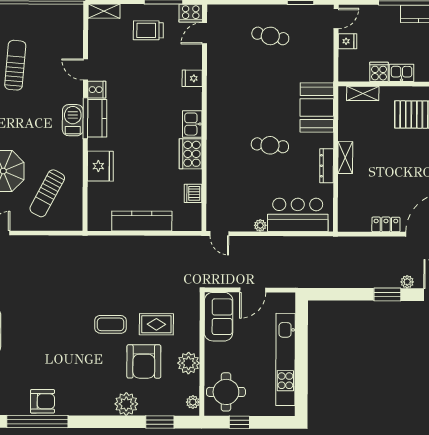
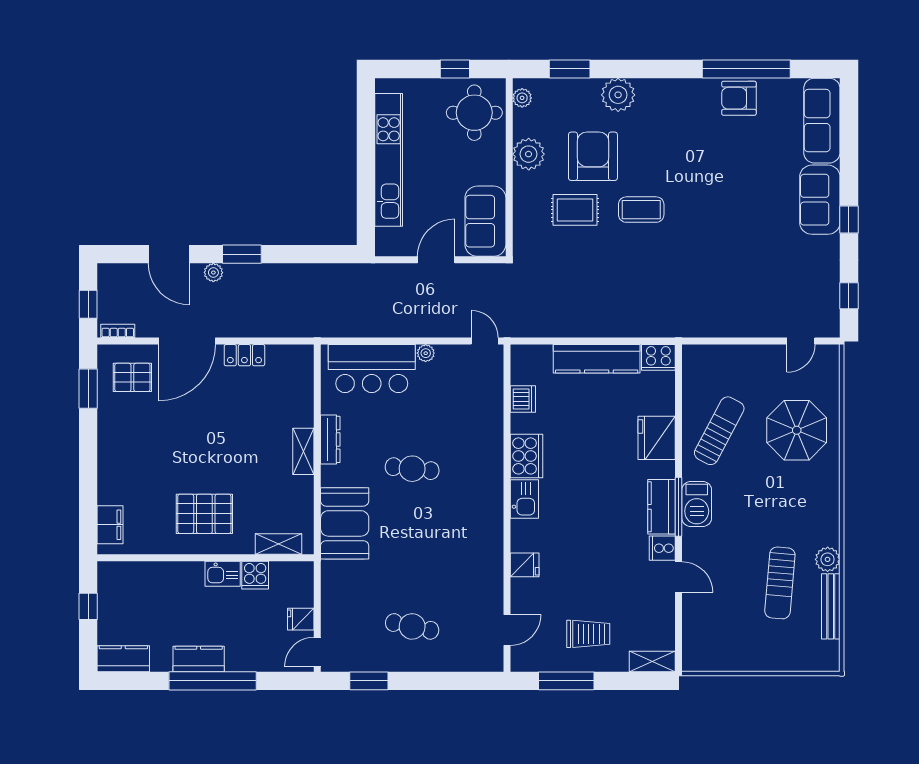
cooker: (191, 13) -> (658, 357), moved, turned 180
sun lounger: (47, 193) -> (719, 431), moved

